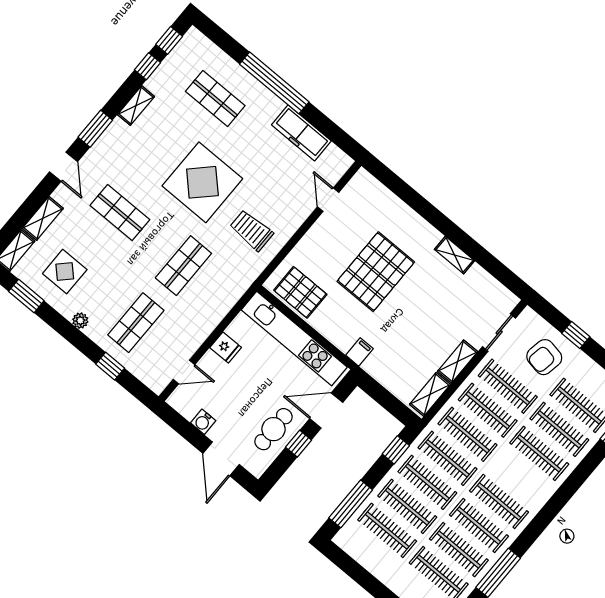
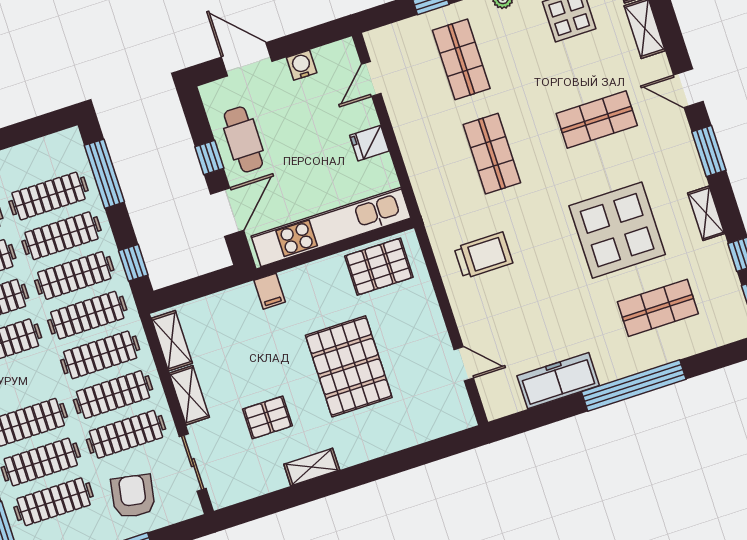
display table: (202, 182) -> (617, 230), moved
pallet: (441, 303) -> (268, 417), added

